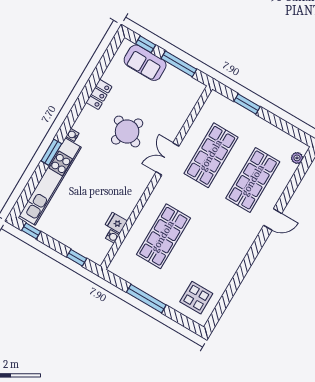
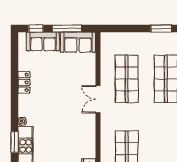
sofa: (182, 86) -> (78, 42), added
window: (247, 104) -> (161, 28), moved
round table: (127, 132) -> (59, 97), removed

